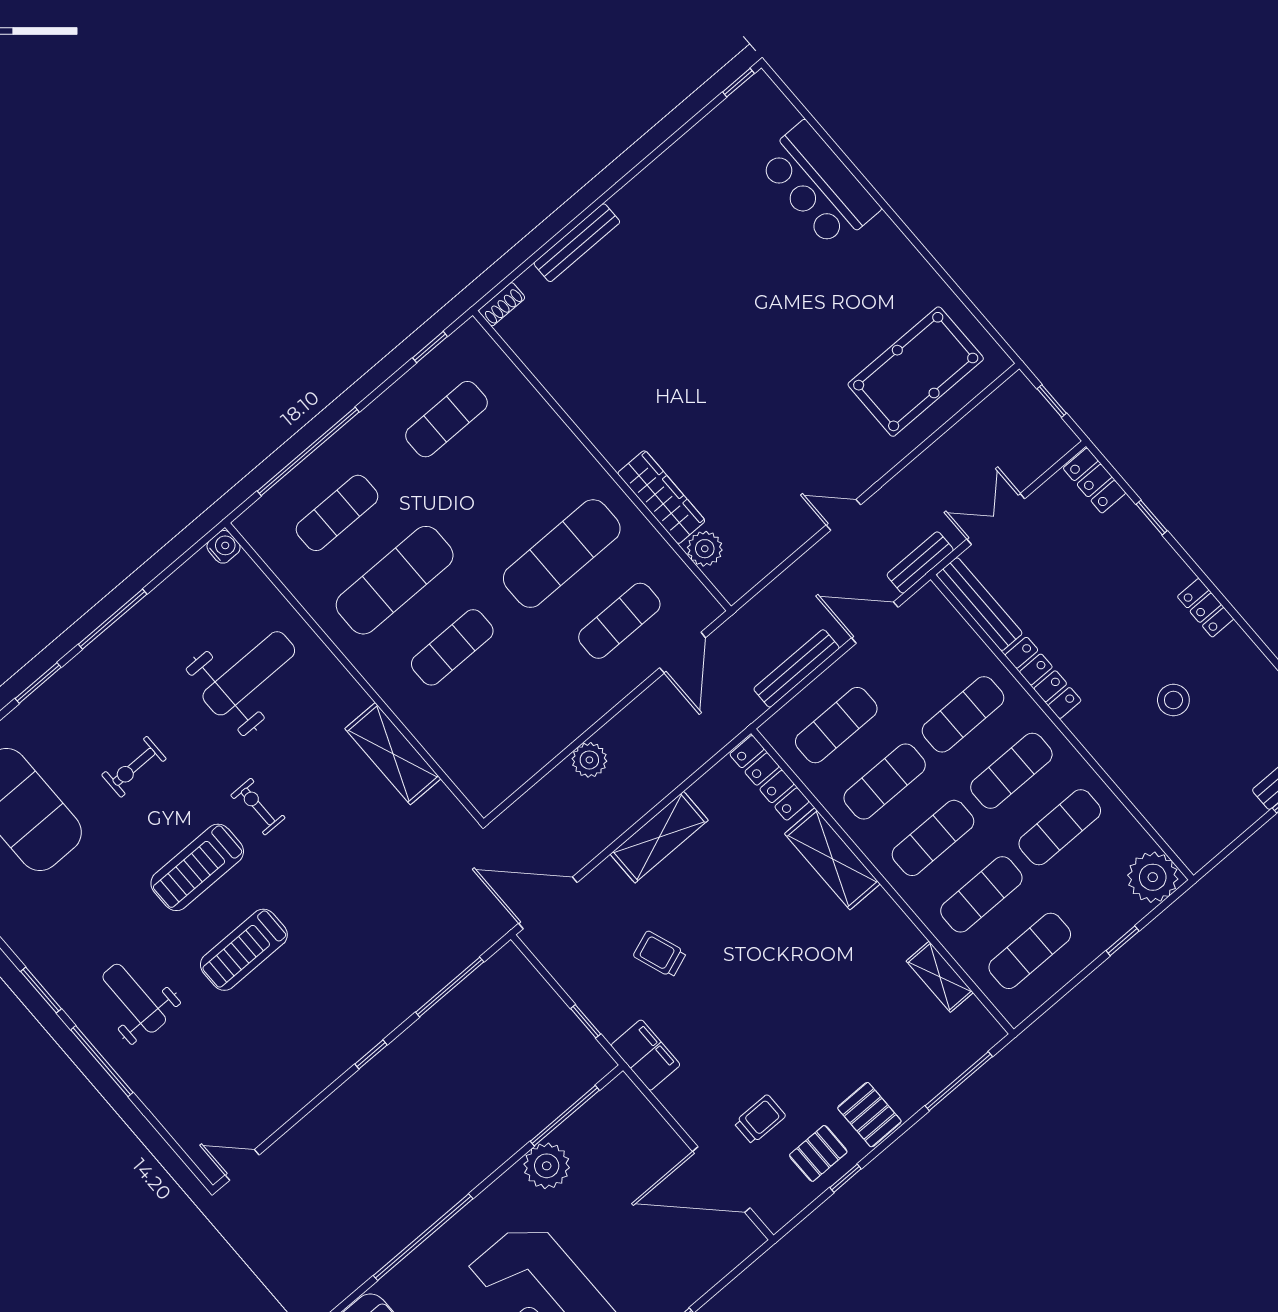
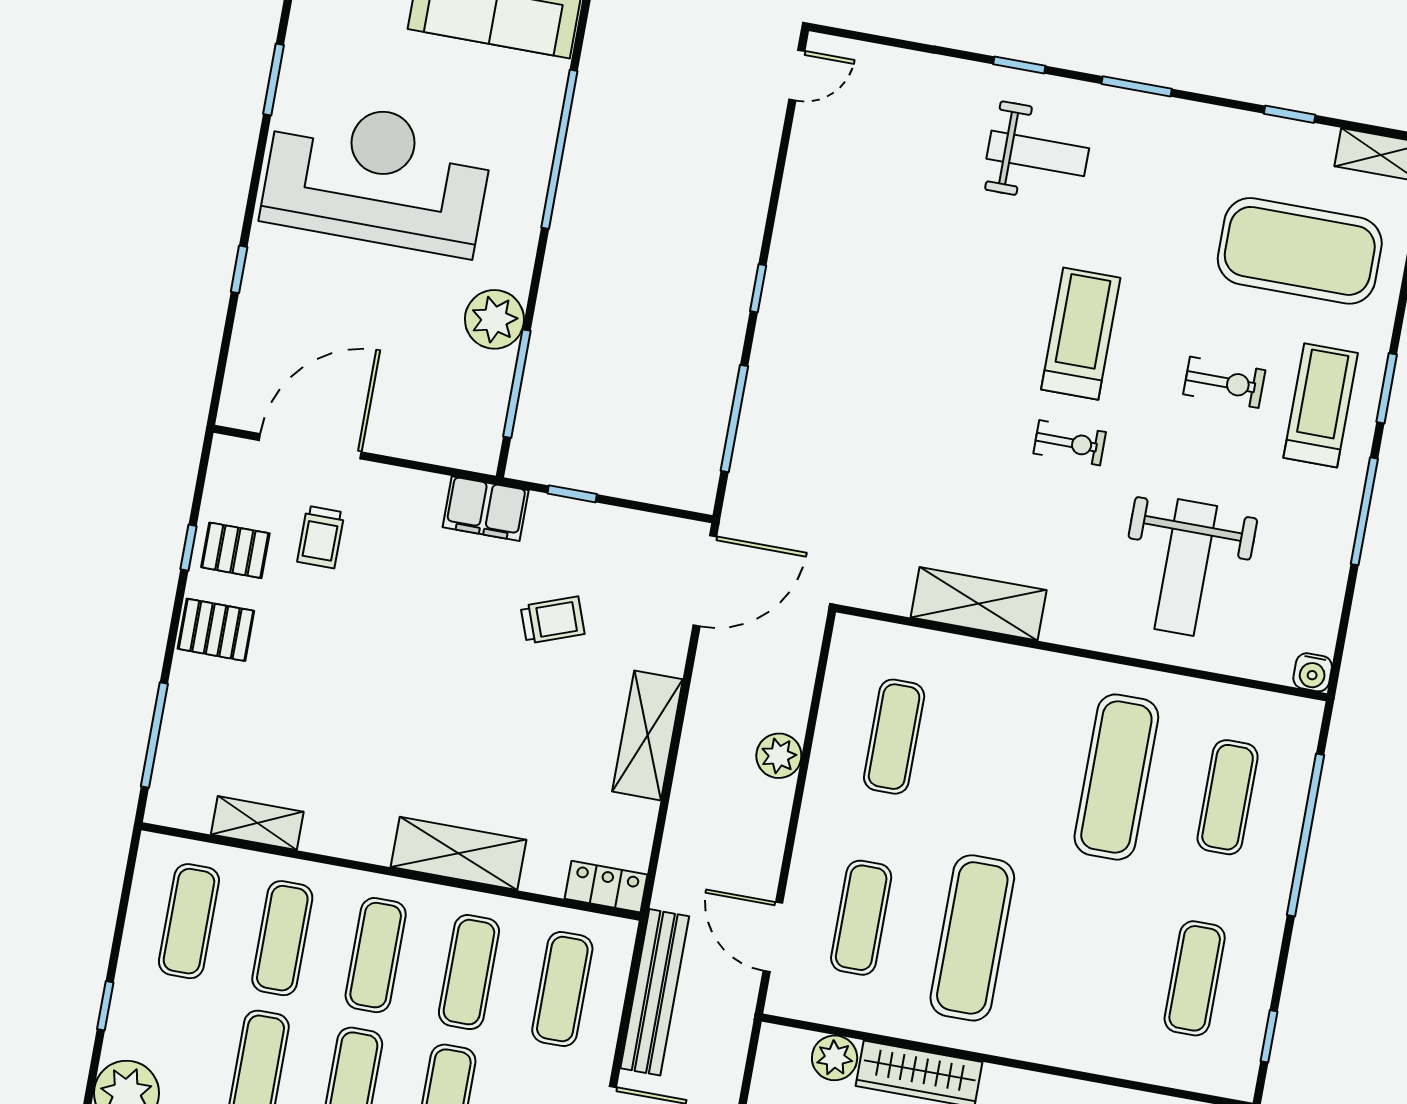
exercise mat: (452, 647) -> (894, 737), moved
bench: (796, 668) -> (655, 992), width x1.37, depth x1.21
exercise bike: (134, 767) -> (1224, 382), turned 90
locker: (769, 778) -> (606, 887), width x0.66
treadmill: (244, 950) -> (1321, 405), moved
window: (102, 1061) -> (1019, 65), width x0.46
pallet: (818, 1153) -> (235, 550), turned 90

